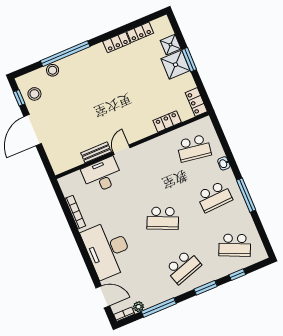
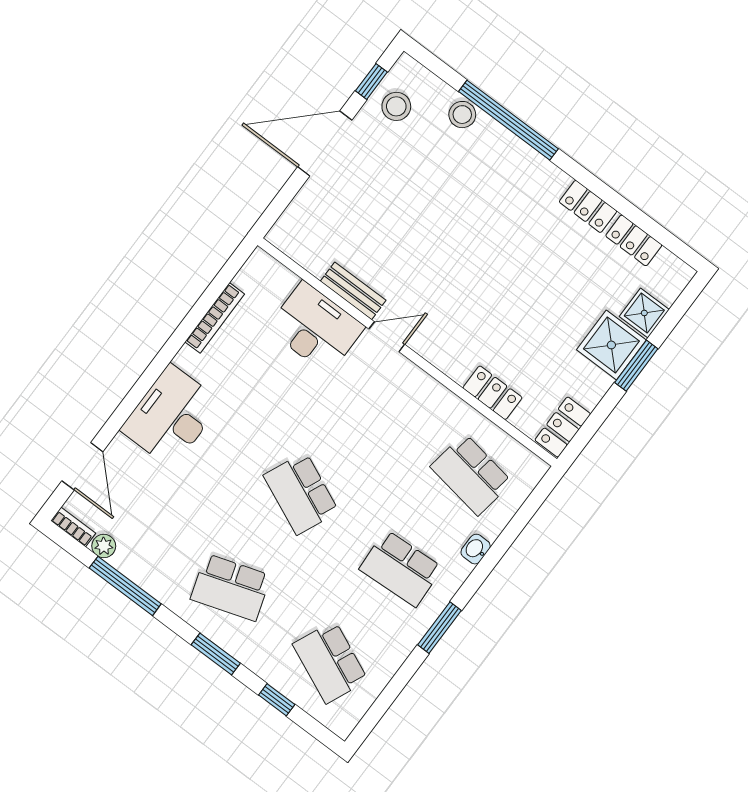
window: (246, 195) -> (440, 628), width x0.69
desk: (108, 249) -> (171, 416), width x0.73, depth x0.77

